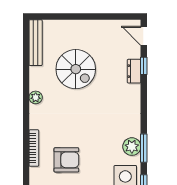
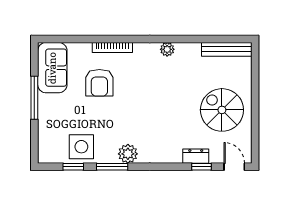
door: (144, 36) -> (234, 167), hinge flipped
spiral stairs: (76, 69) -> (222, 110), moved, turned 90
plant: (132, 147) -> (128, 154), moved

